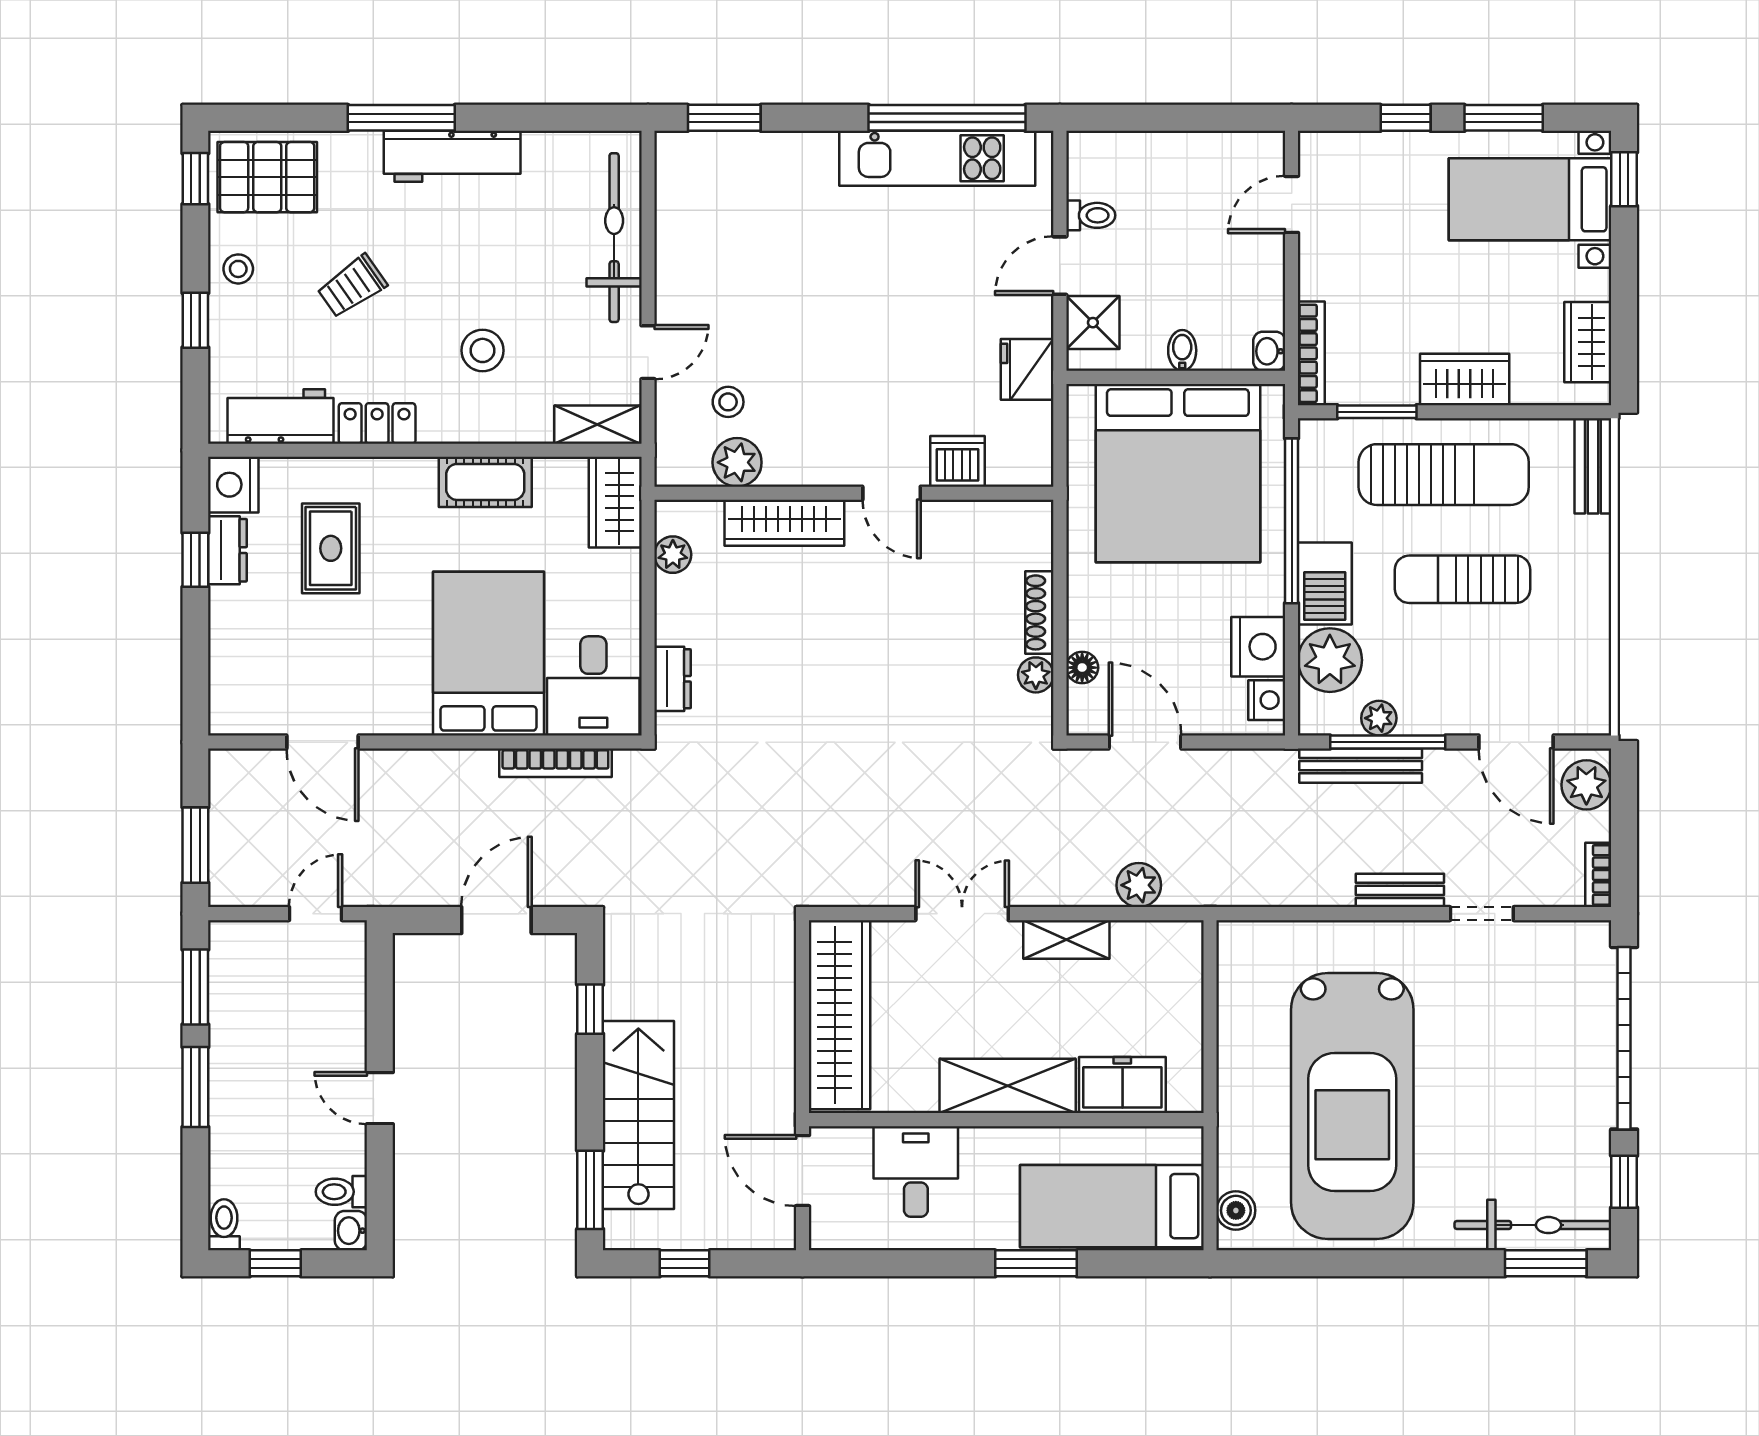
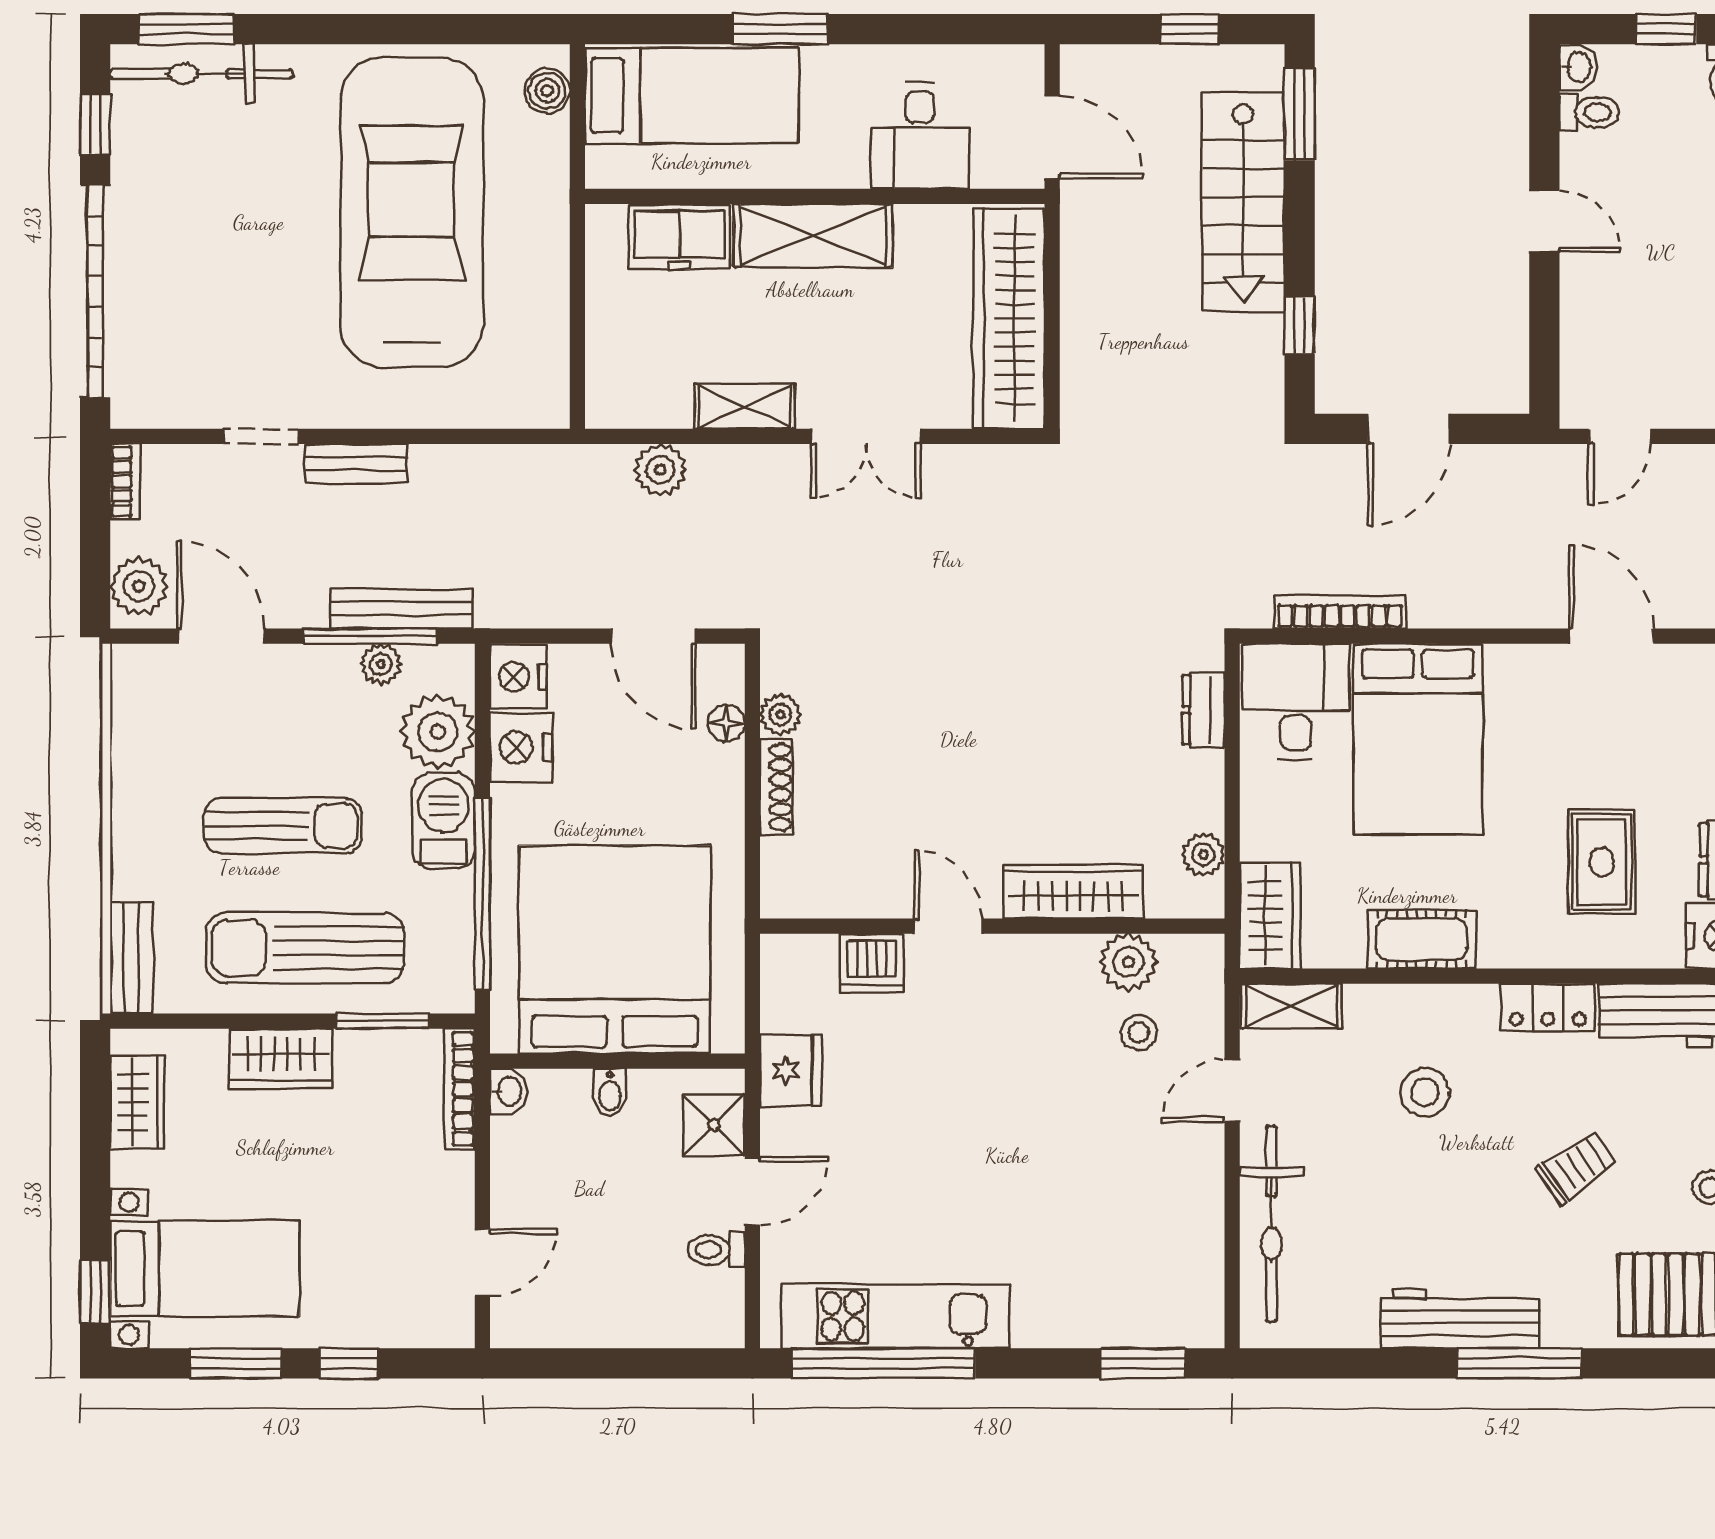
nightstand: (1267, 700) -> (518, 677), width x1.36, depth x1.33

